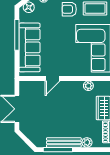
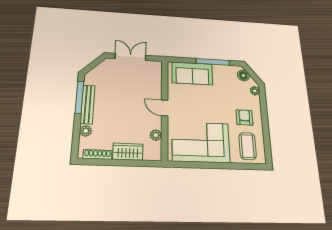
sofa: (30, 47) -> (192, 73), width x0.73
door: (53, 79) -> (165, 108), moved

